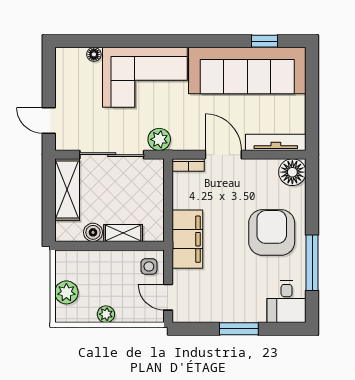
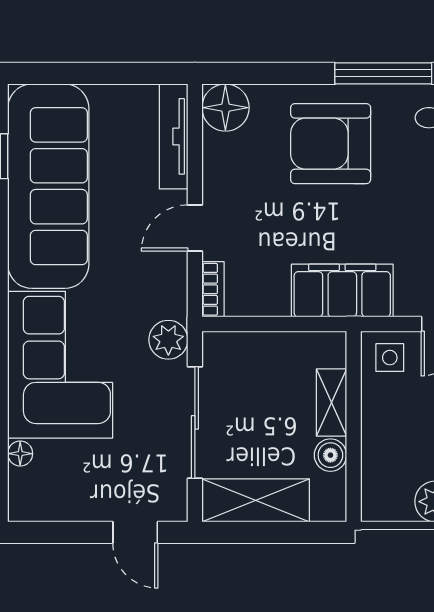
door: (49, 120) -> (135, 532), hinge flipped
door: (223, 155) -> (195, 228), width x0.73

